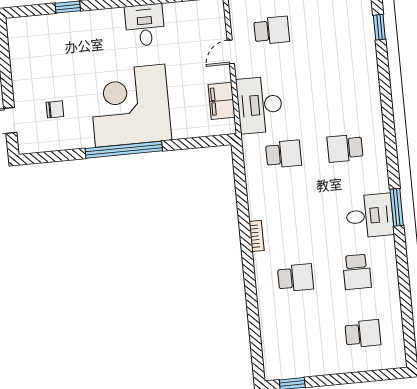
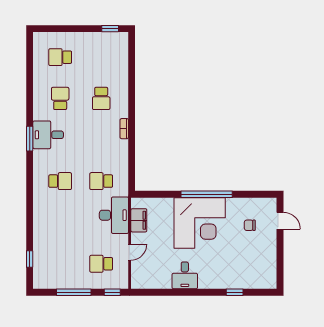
school desk: (295, 278) -> (101, 98), turned -90

